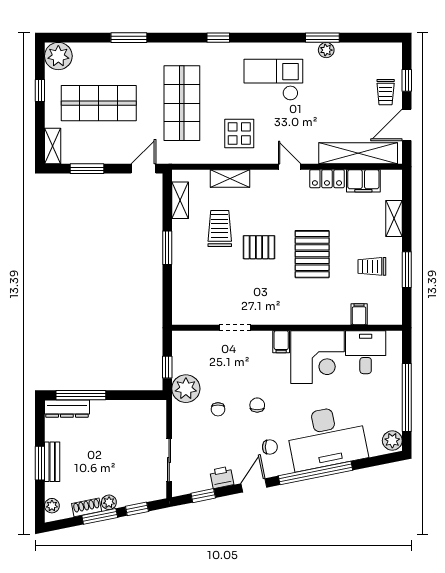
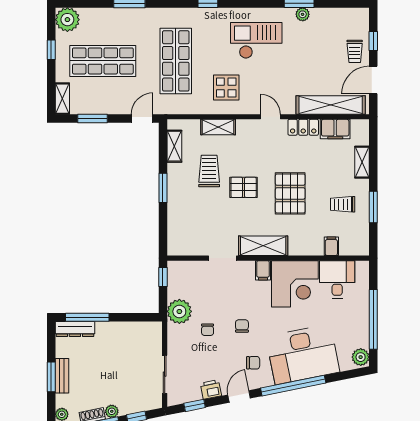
shelving: (281, 314) -> (263, 246), added
window: (167, 367) -> (163, 277), moved

